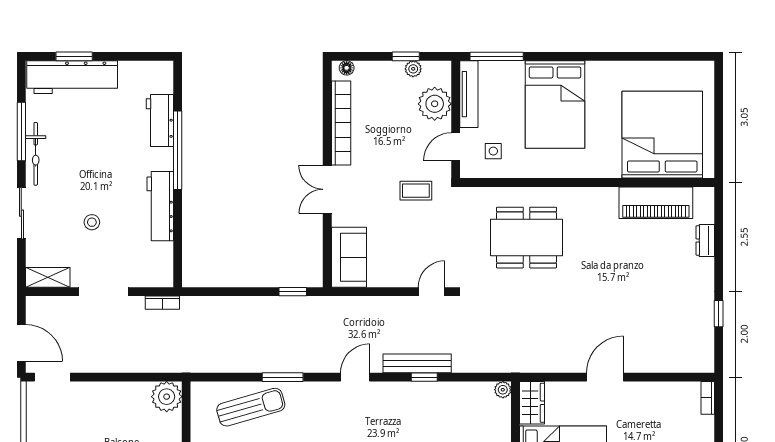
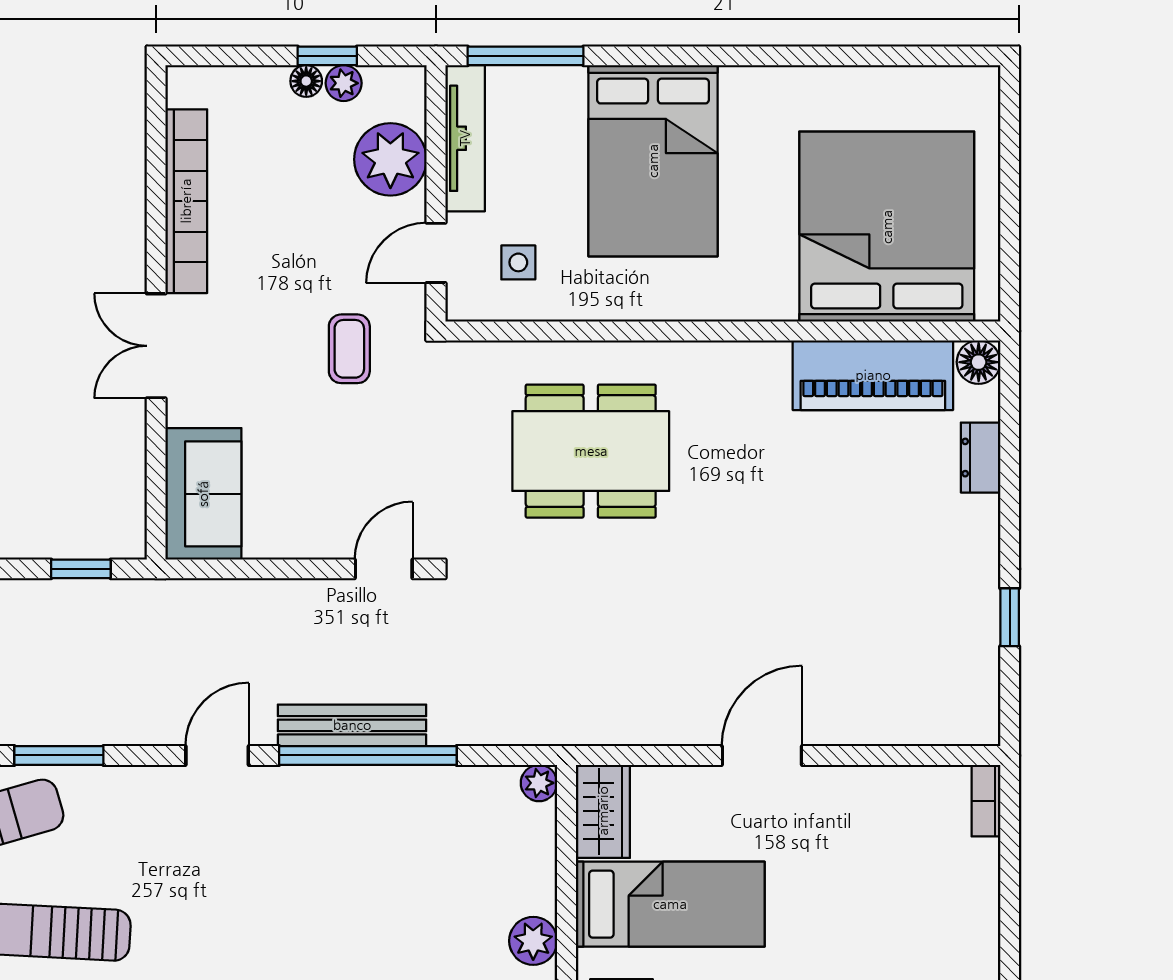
floor lamp: (347, 68) -> (306, 81), moved
coffee table: (416, 191) -> (349, 349), turned 90
floor lamp: (704, 197) -> (979, 362), added
window: (424, 377) -> (368, 755), width x3.17

